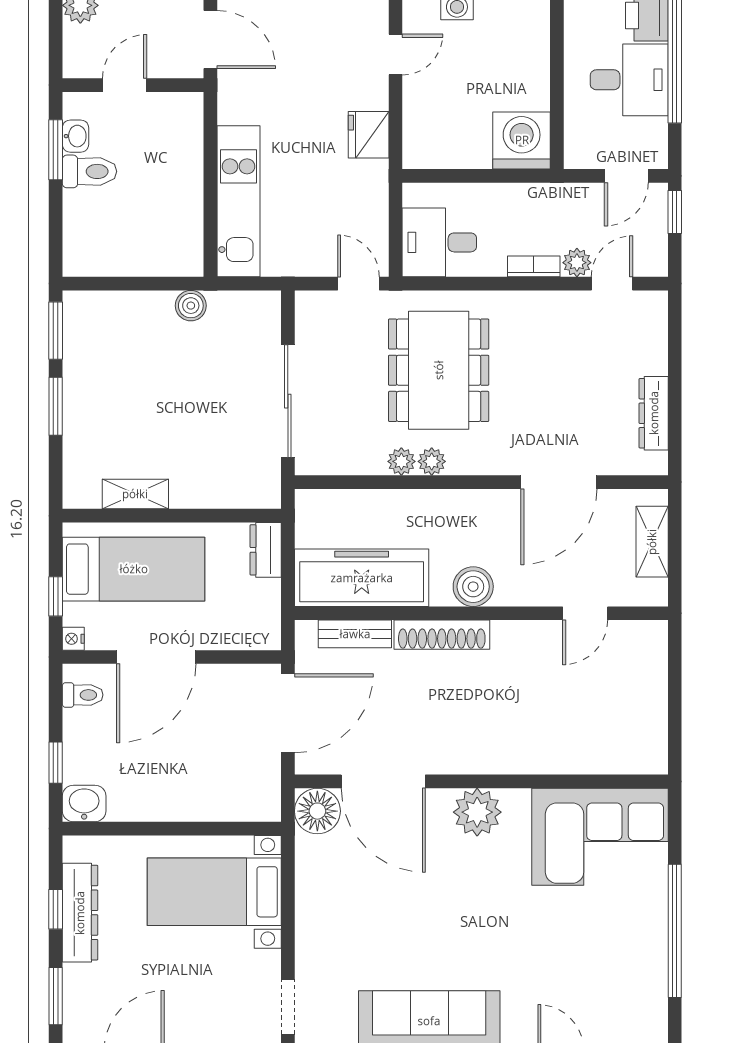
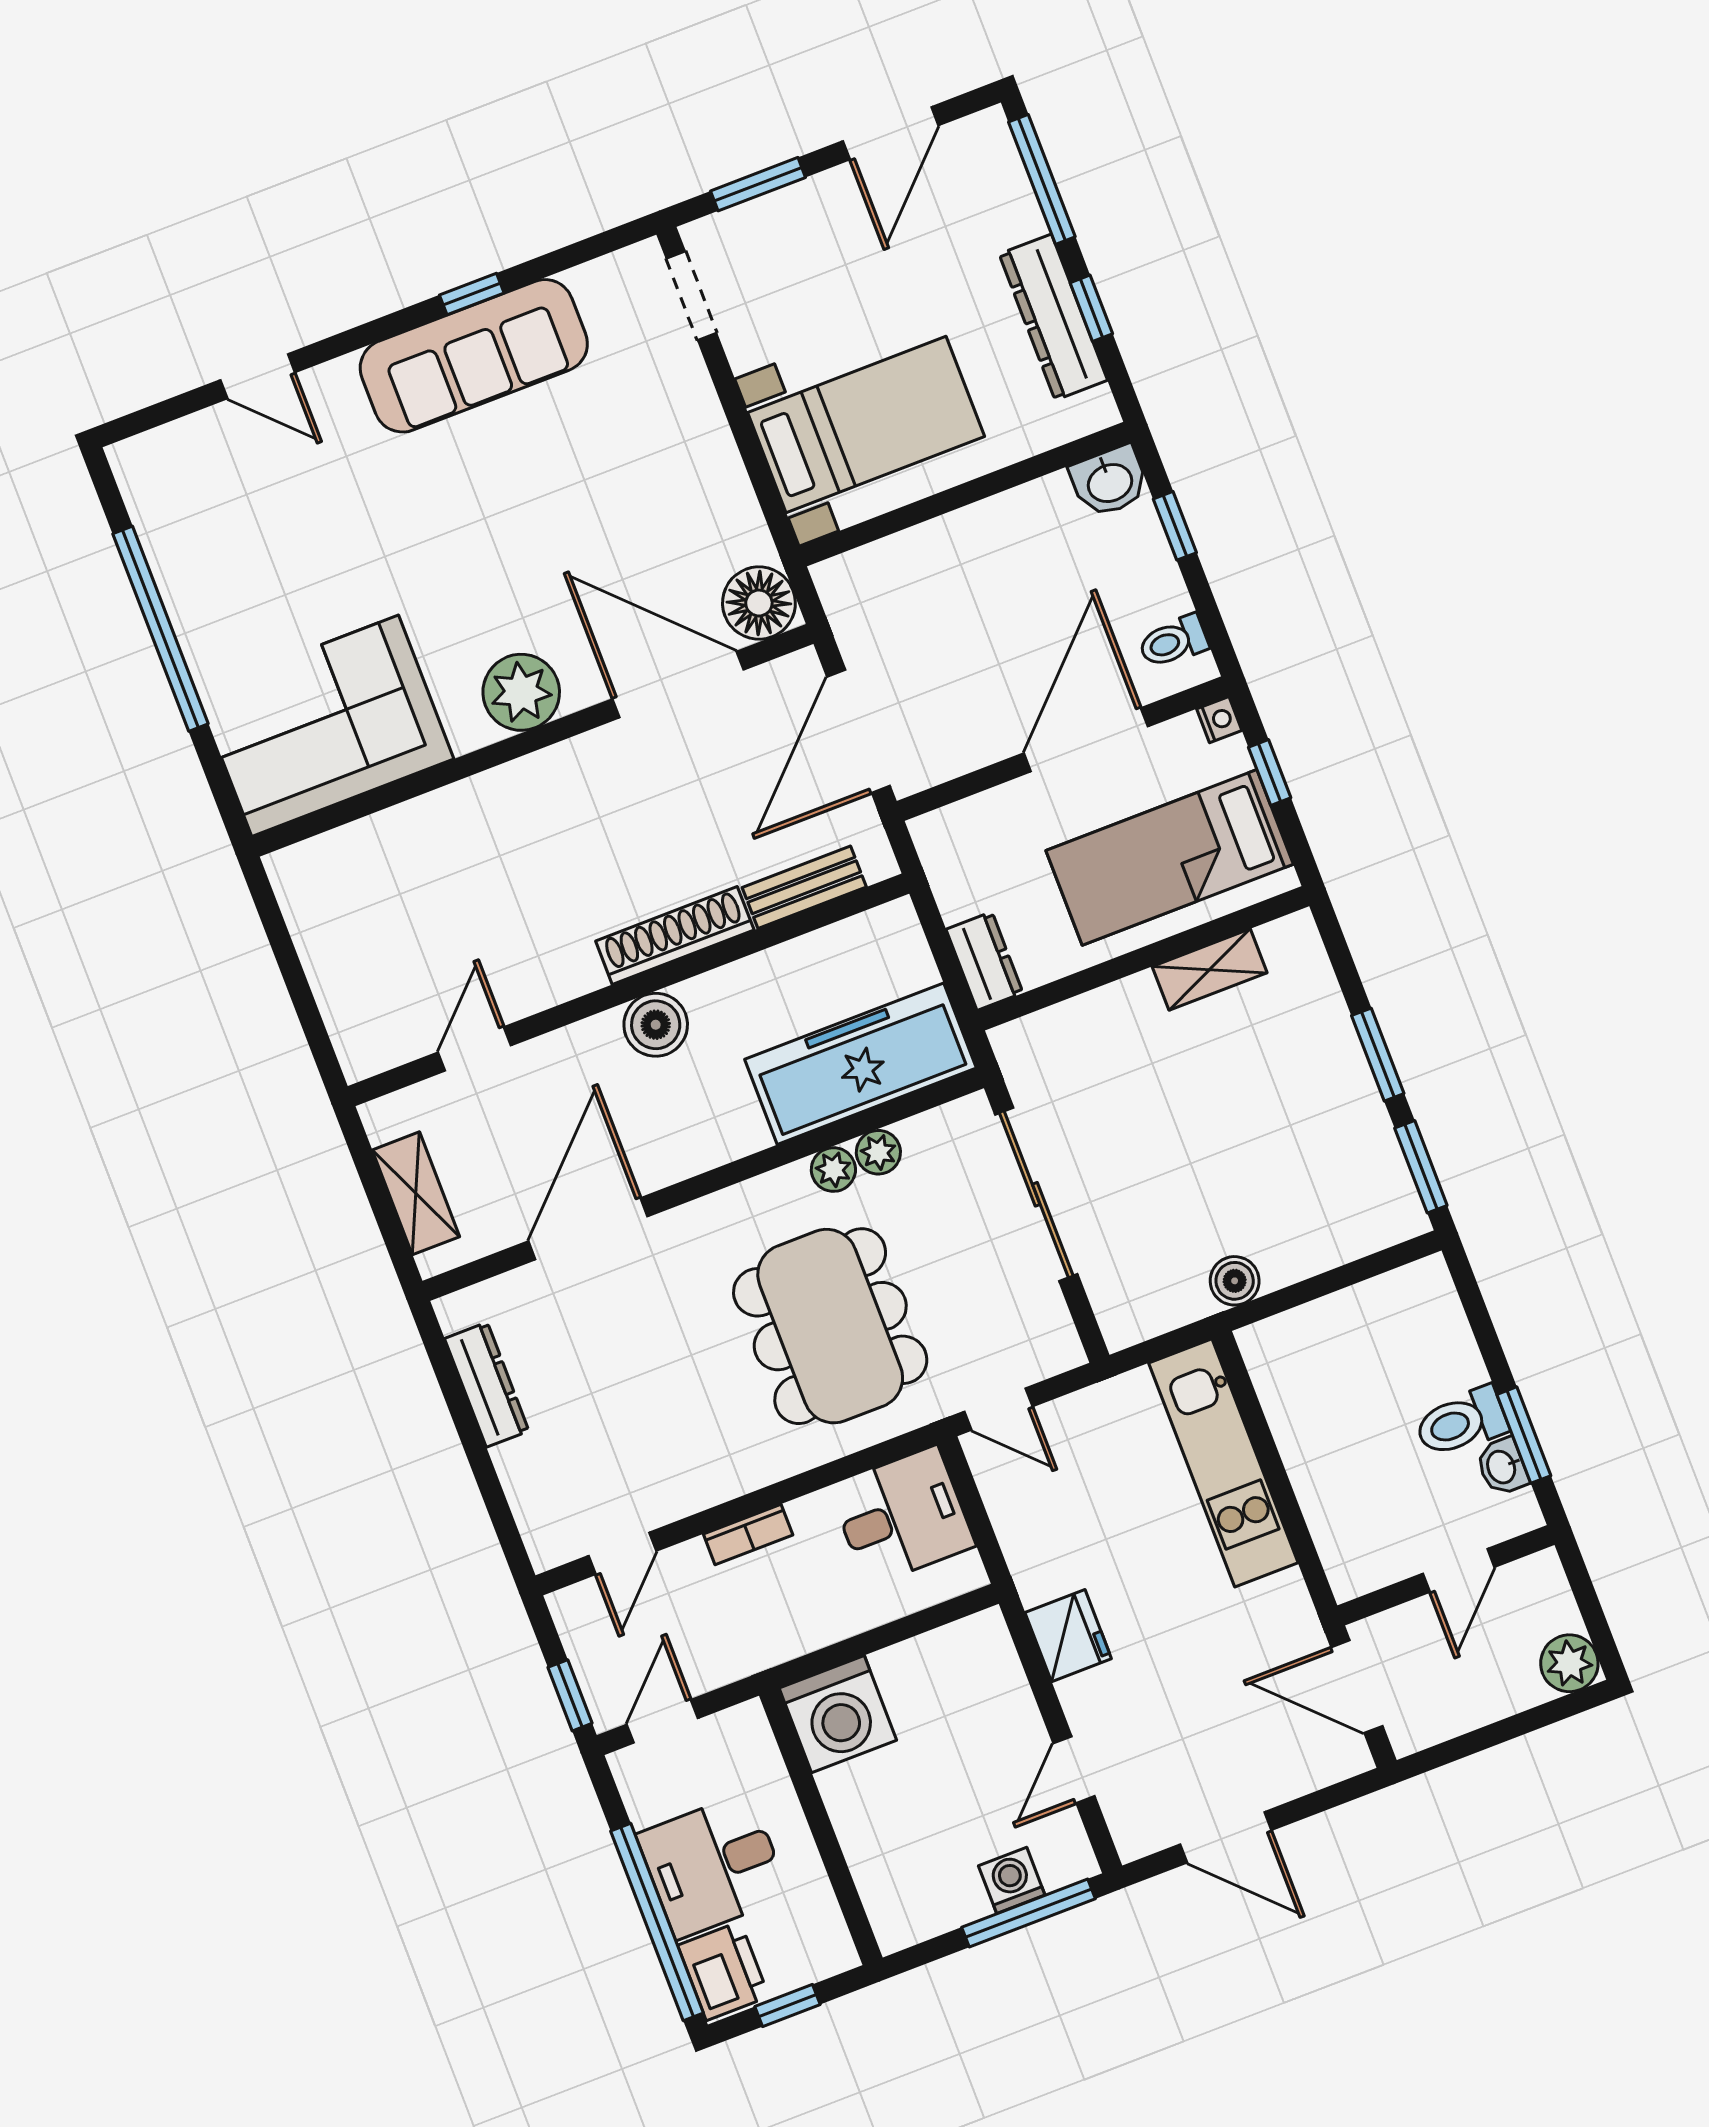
plant: (577, 263) -> (686, 1565), removed
plant: (432, 461) -> (878, 1152), moved
freezer: (362, 578) -> (861, 1064), moved, turned 180
window: (56, 996) -> (1042, 179), width x1.44

